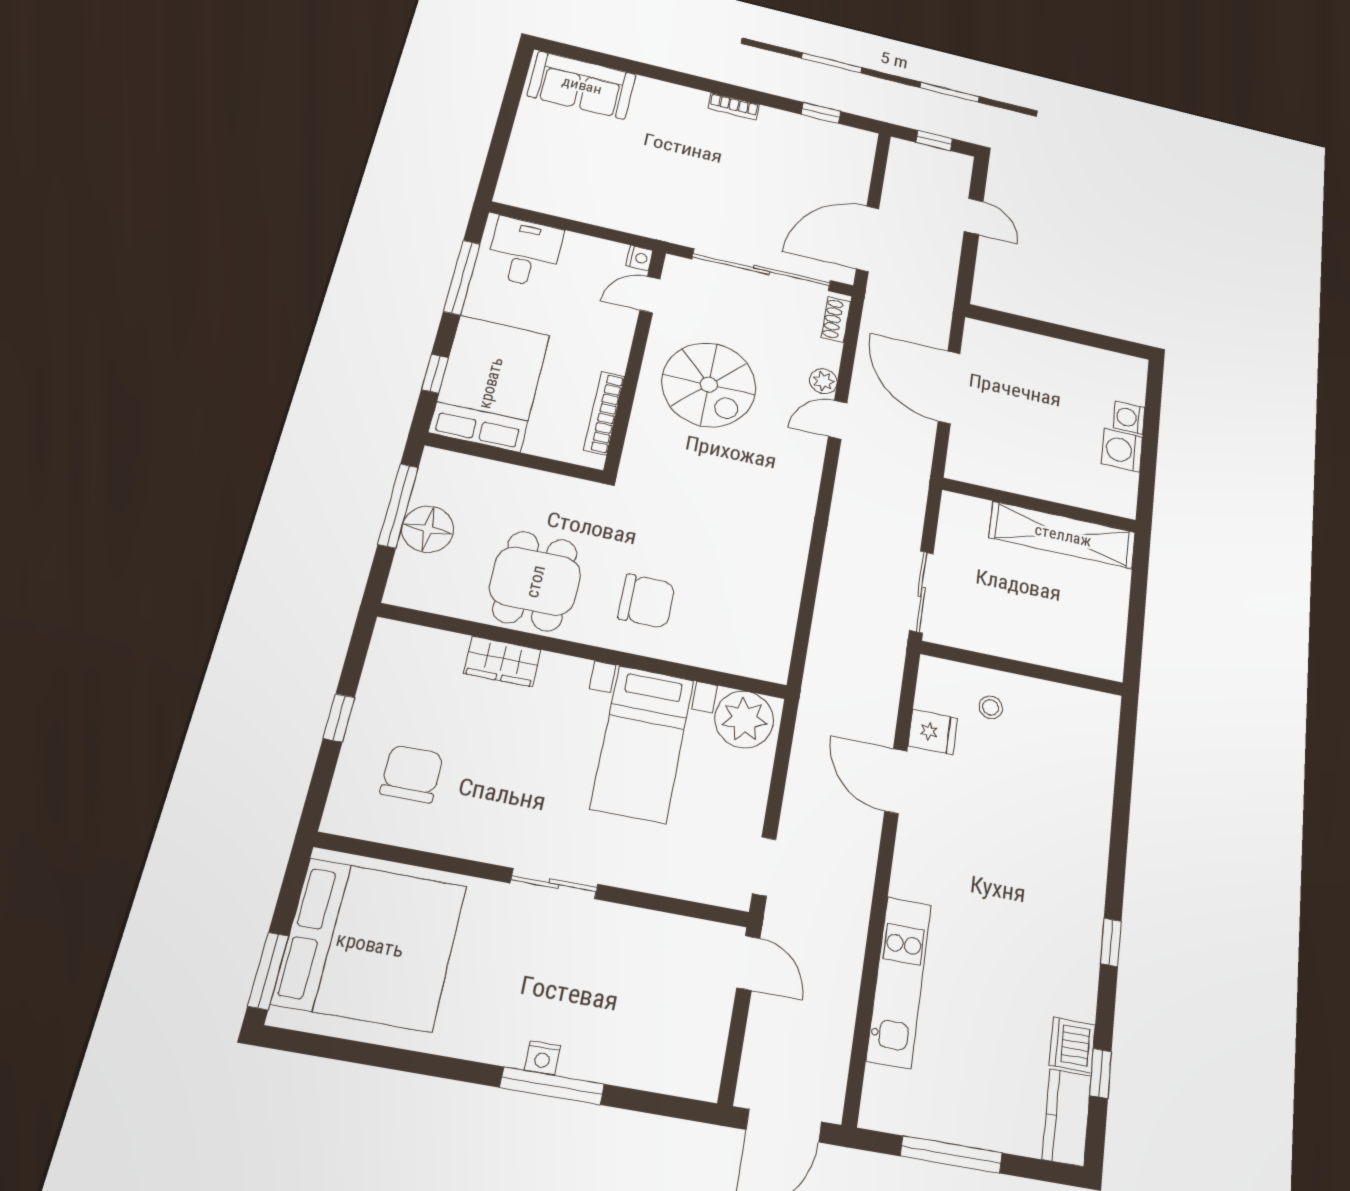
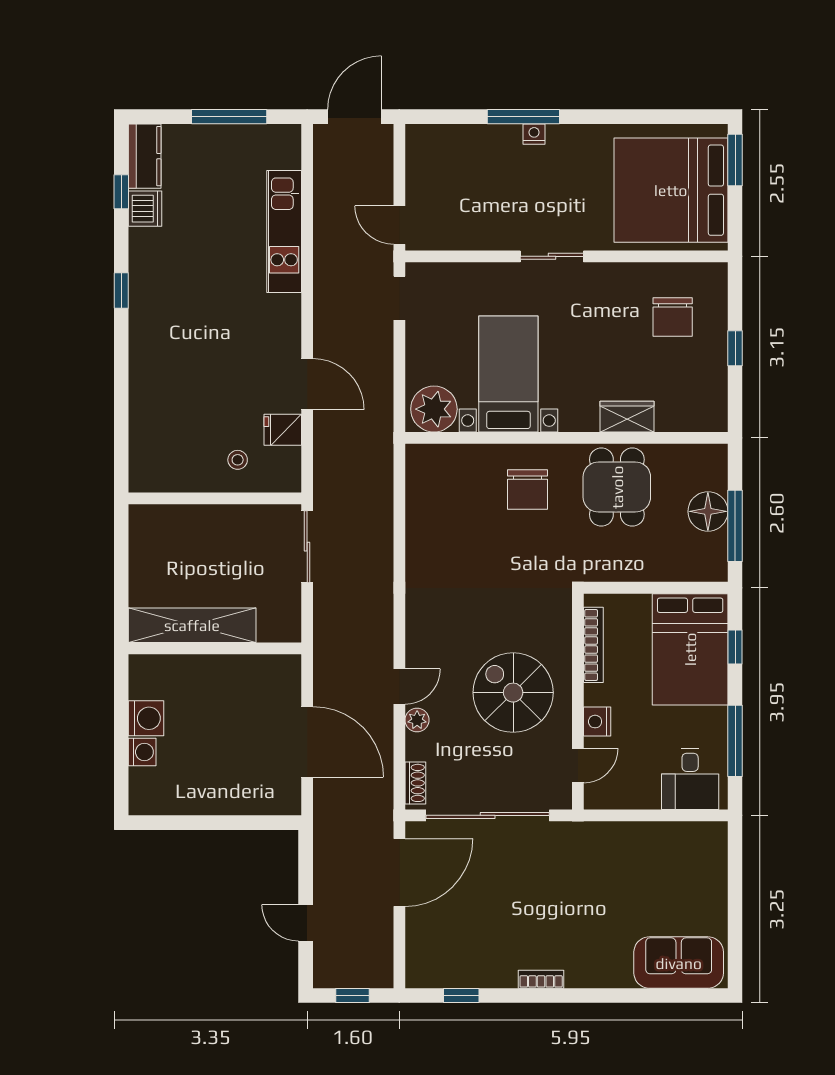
nightstand: (639, 258) -> (597, 722), moved, width x1.39, depth x1.35
chair: (647, 601) -> (527, 489), turned -90

